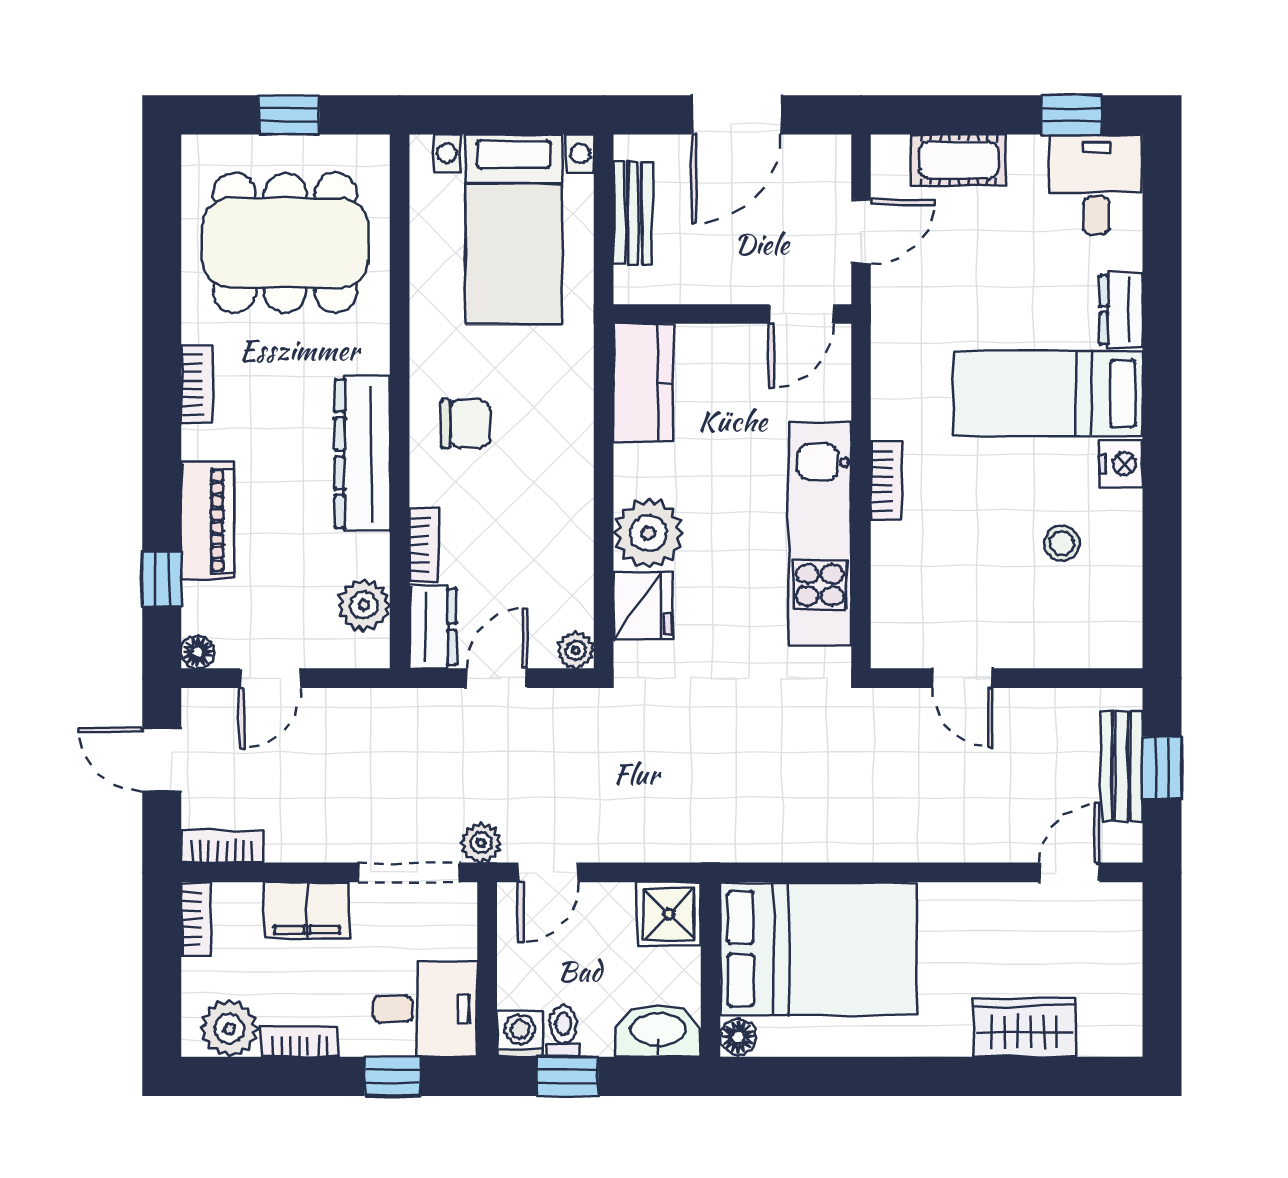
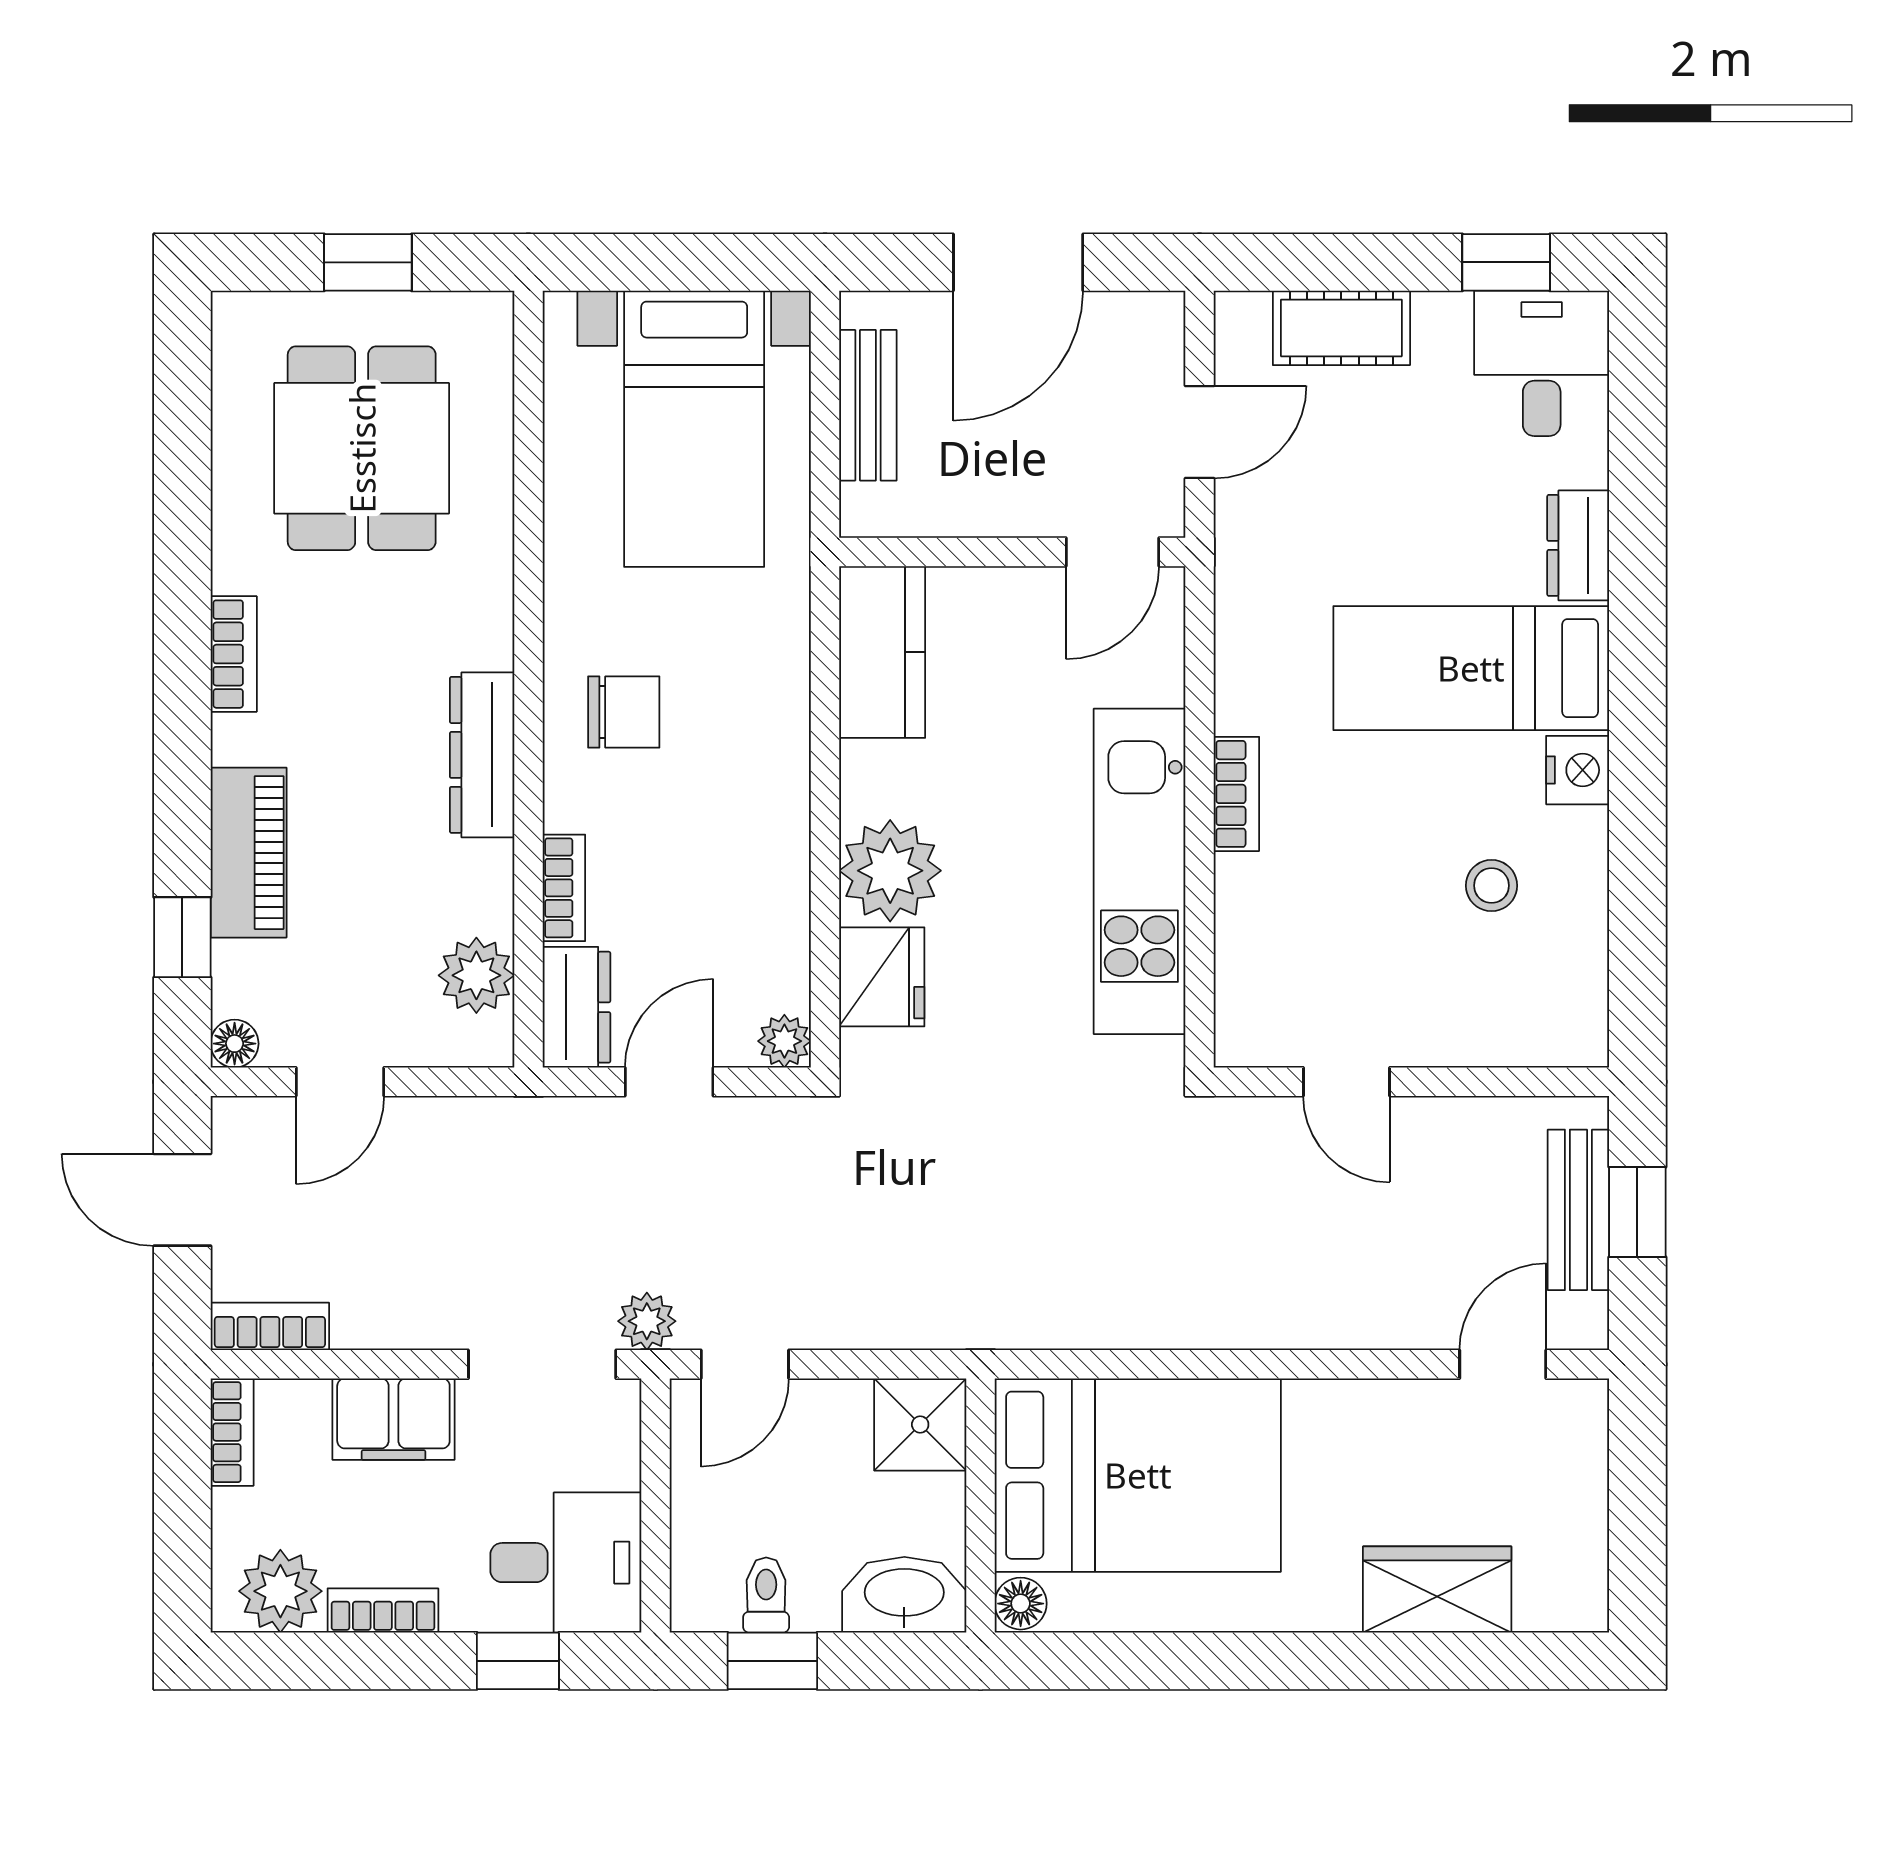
dining table: (285, 243) -> (362, 448), width x0.73
dresser: (362, 454) -> (482, 755), width x0.73, depth x0.80
washing machine: (520, 1034) -> (704, 1599), removed

